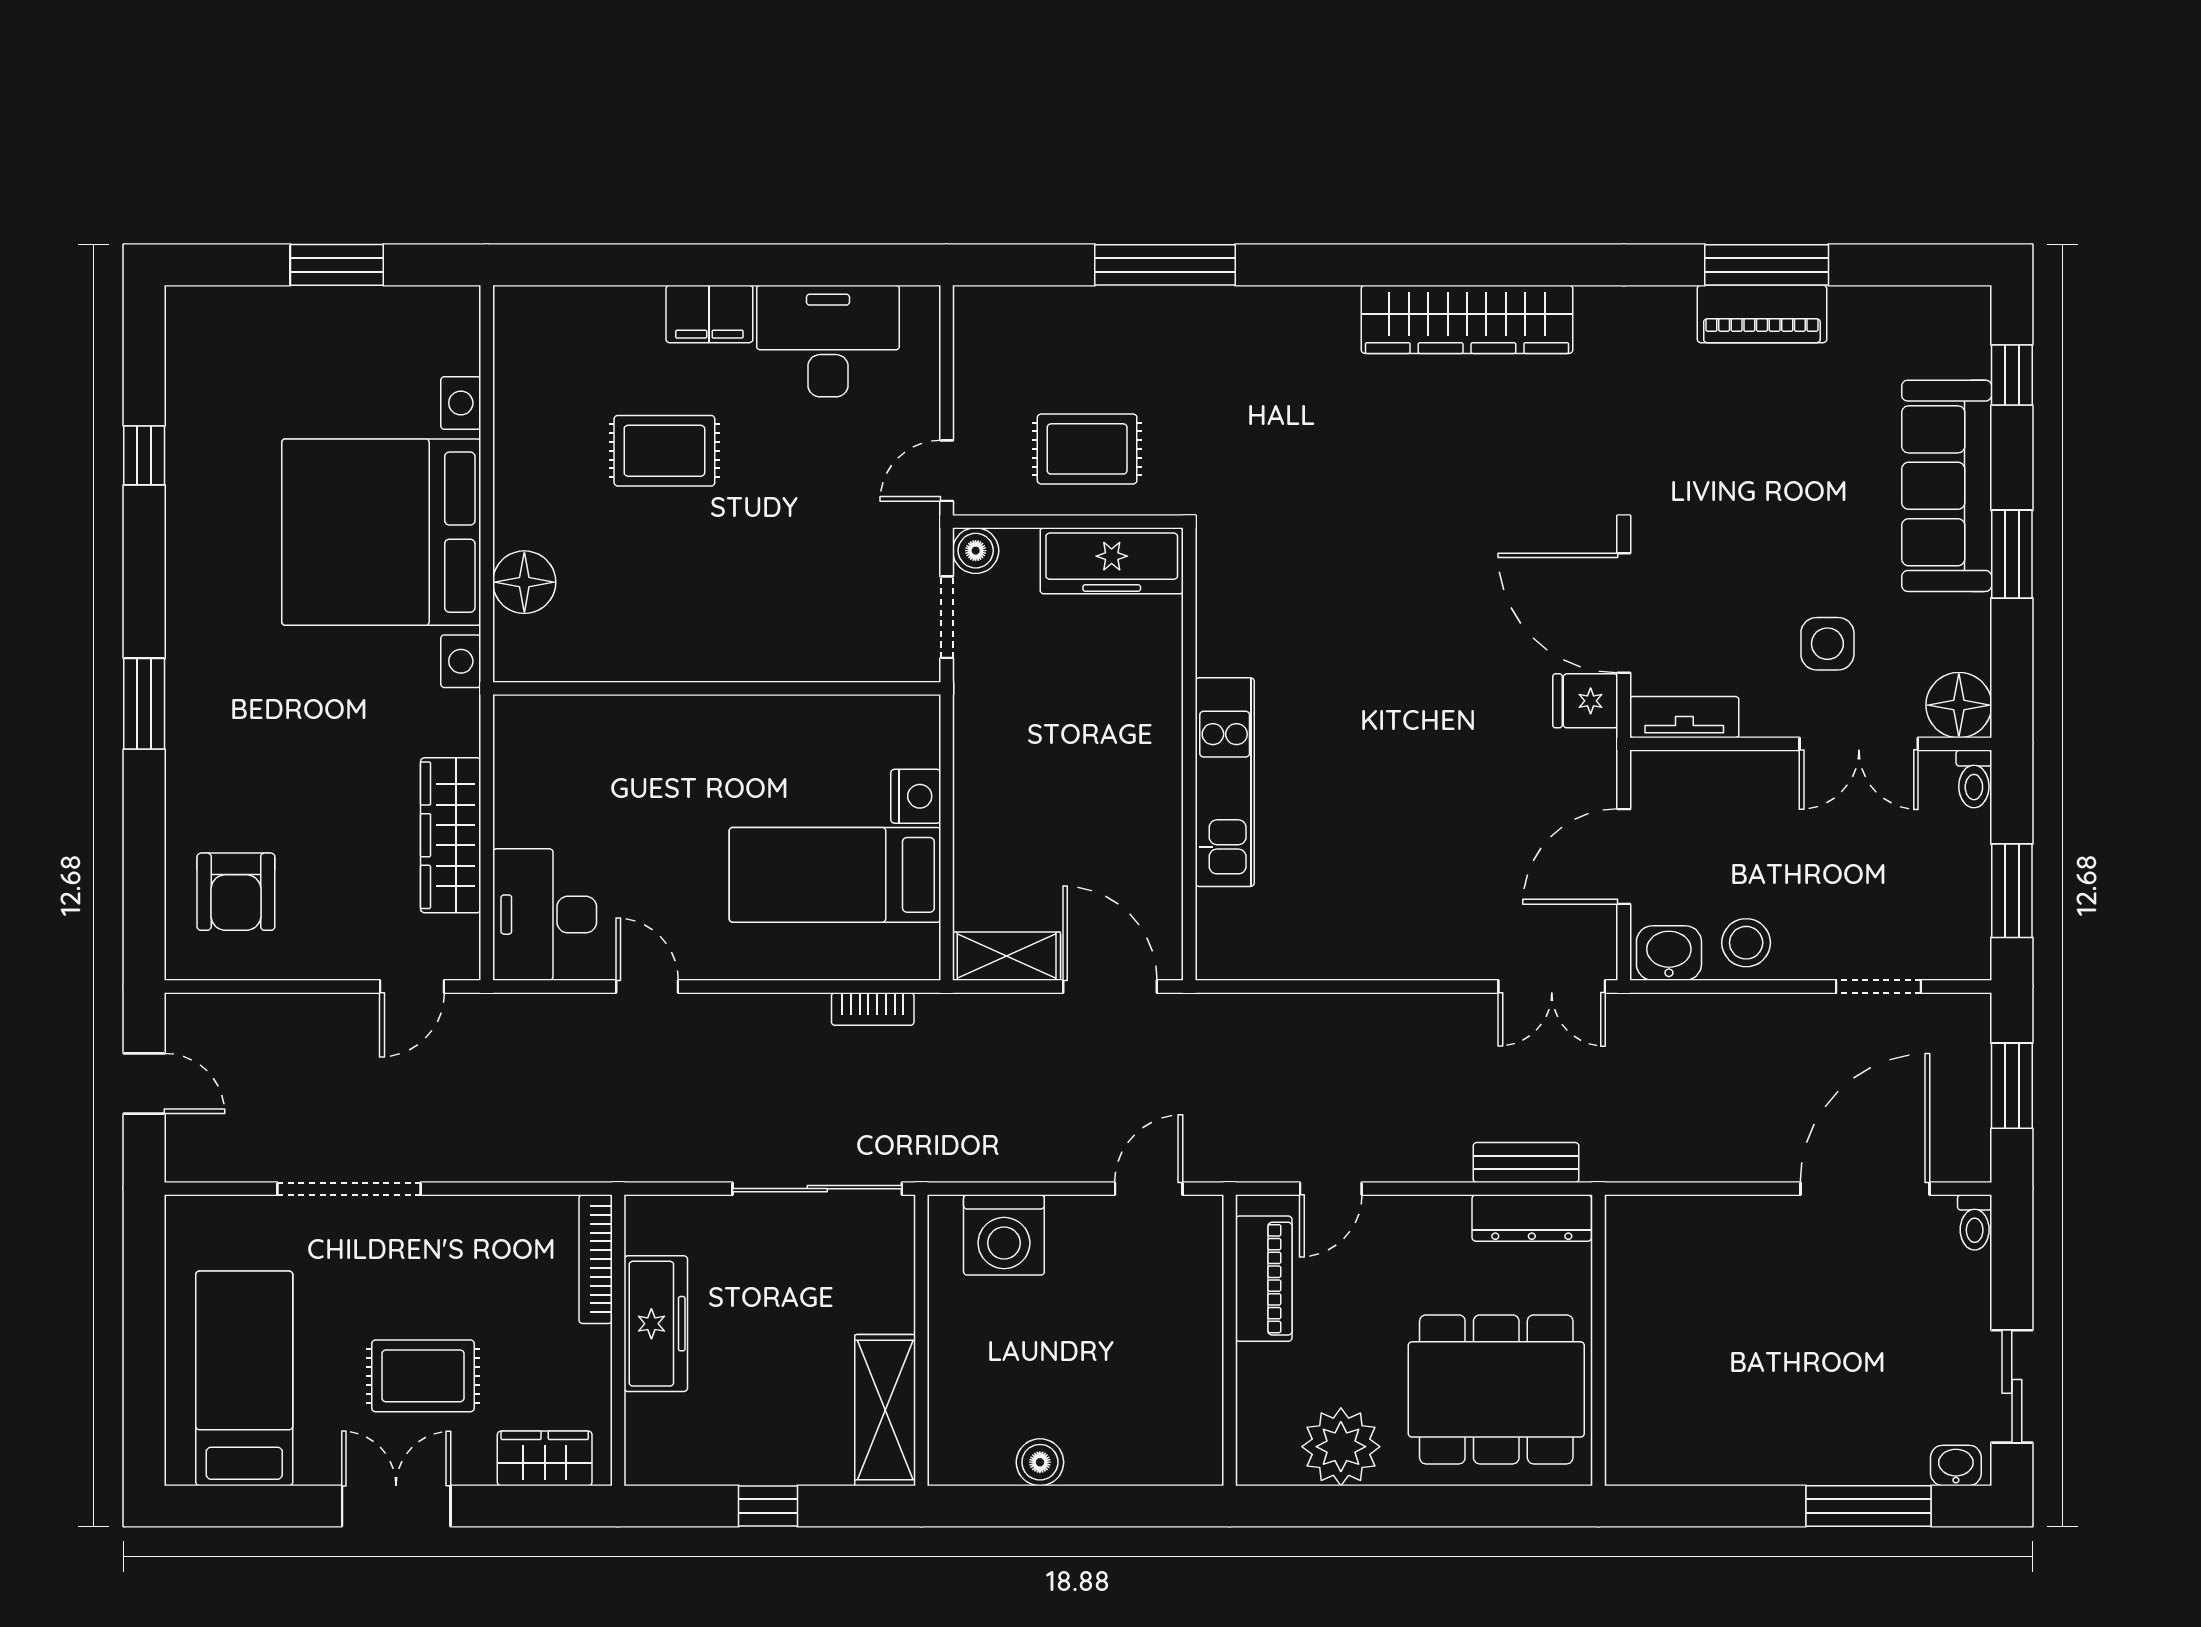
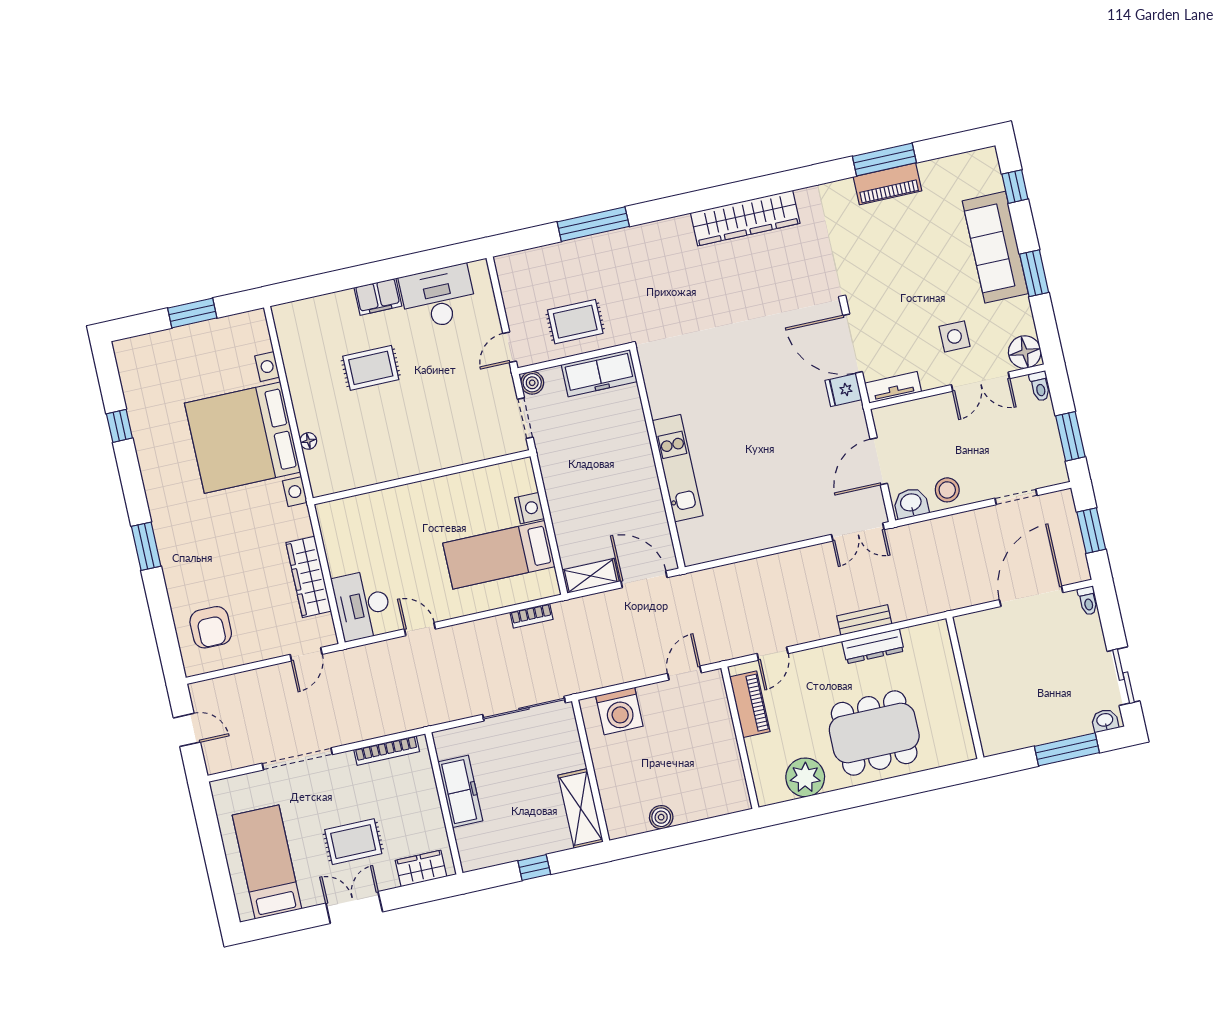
floor lamp: (524, 582) -> (308, 441), width x0.53, depth x0.53
bookcase: (596, 1259) -> (387, 751), moved, turned -90
wall: (1599, 1340) -> (965, 688), moved

